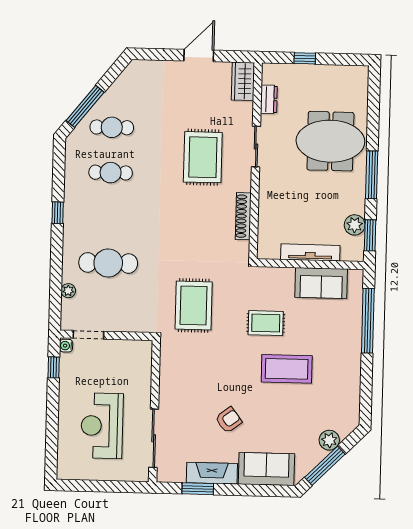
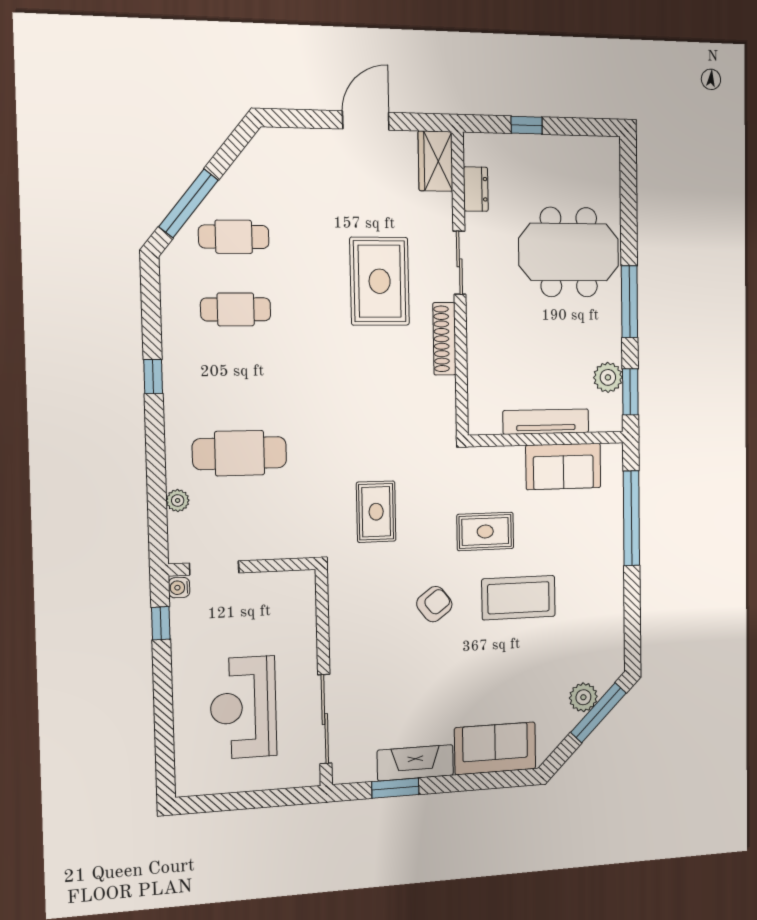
shoe rack: (243, 216) -> (444, 339), moved
rug: (194, 305) -> (376, 512), width x0.73, depth x0.70
armchair: (229, 420) -> (434, 604), moved
window: (325, 466) -> (598, 713), moved

